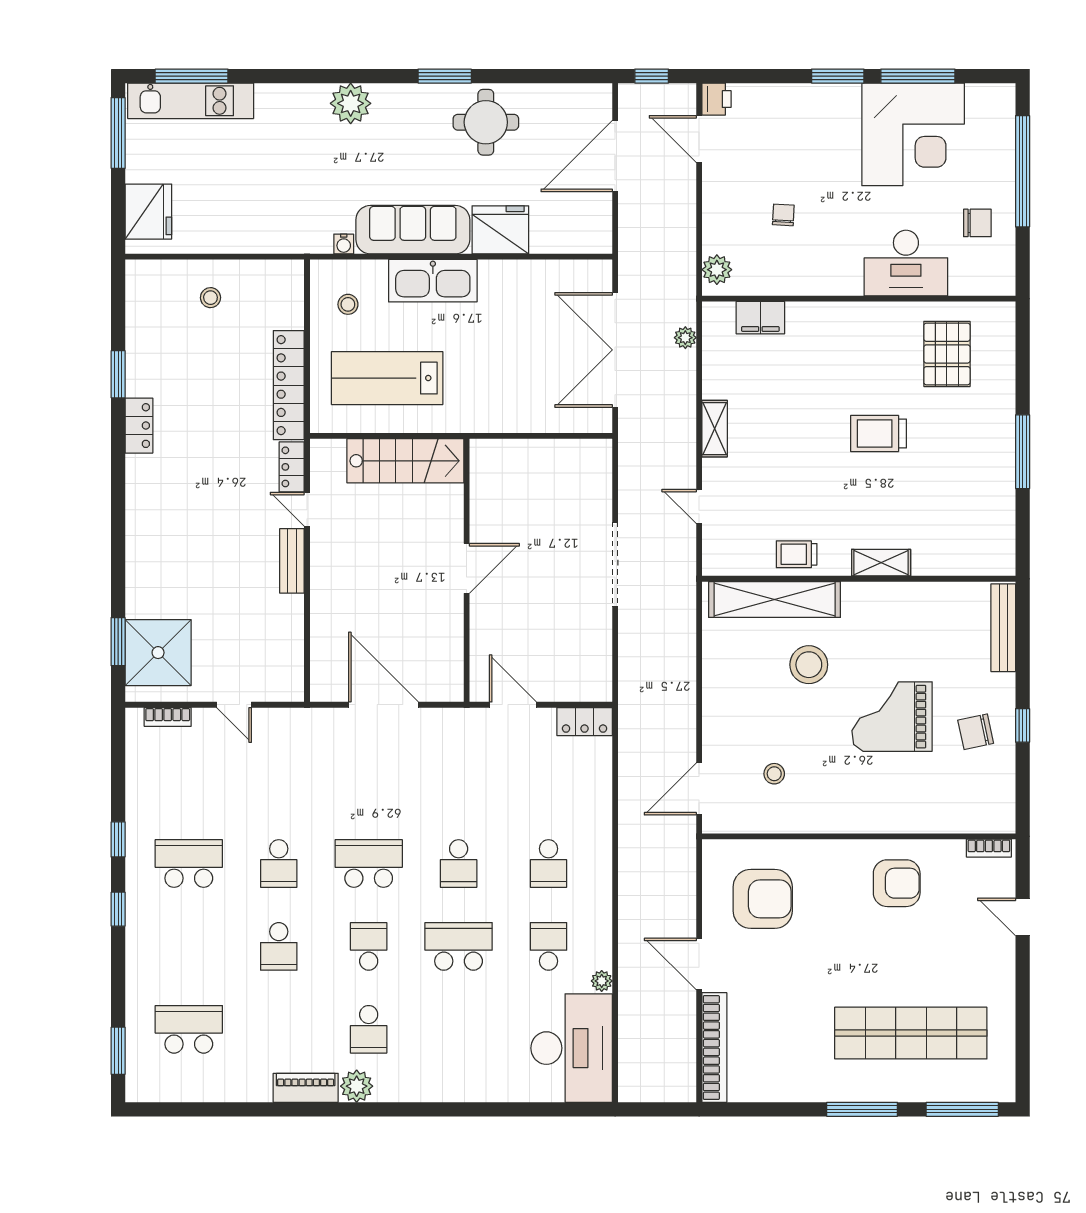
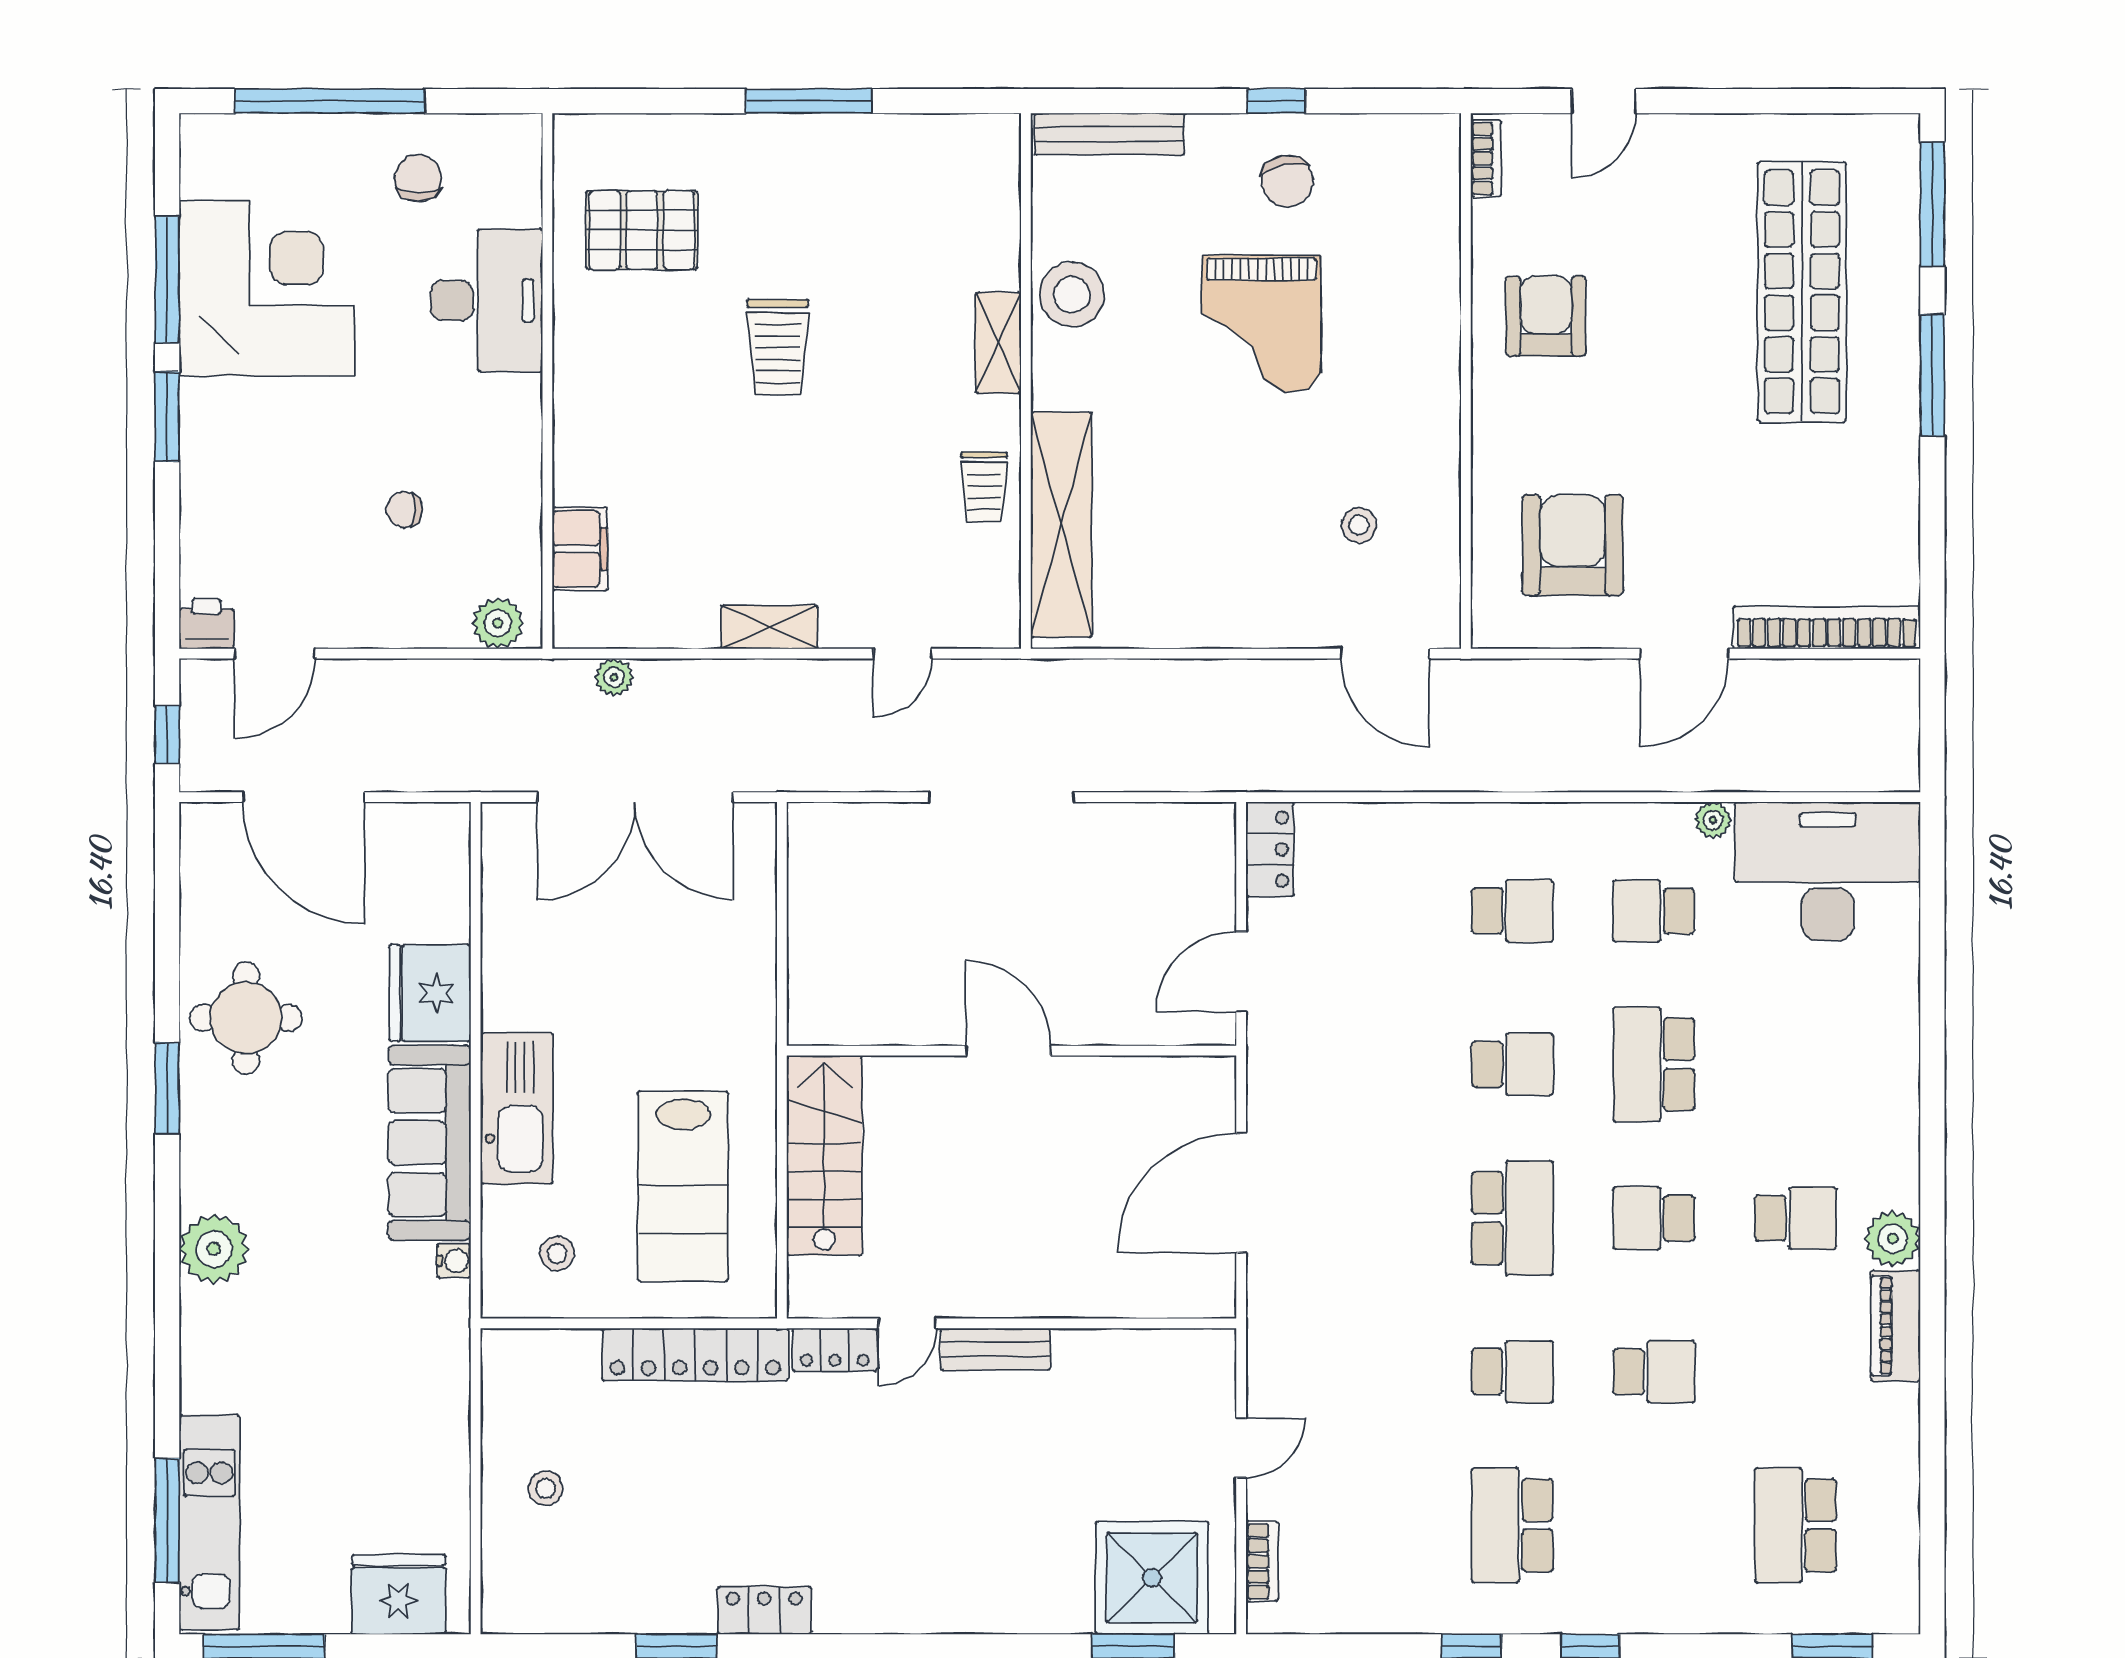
stool: (809, 665) -> (1072, 294), moved
school desk: (369, 863) -> (1512, 1218), turned 180

